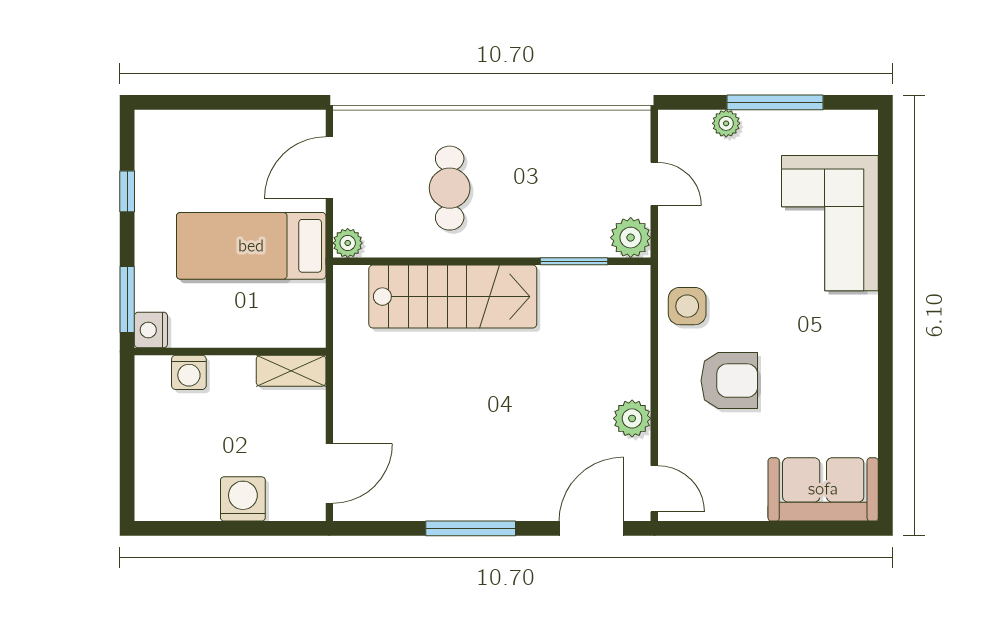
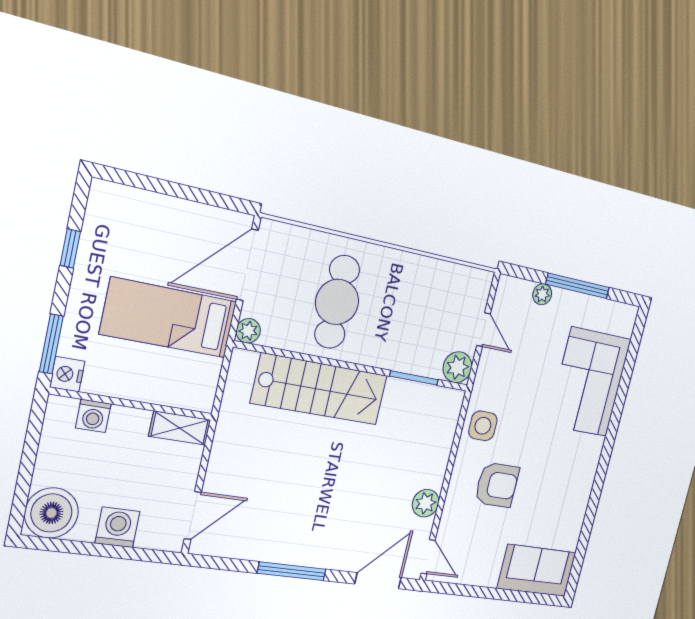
door: (329, 168) -> (247, 265), width x1.36
cafe table: (450, 188) -> (337, 302), width x1.37, depth x1.35
boiler: (164, 491) -> (51, 513), added

